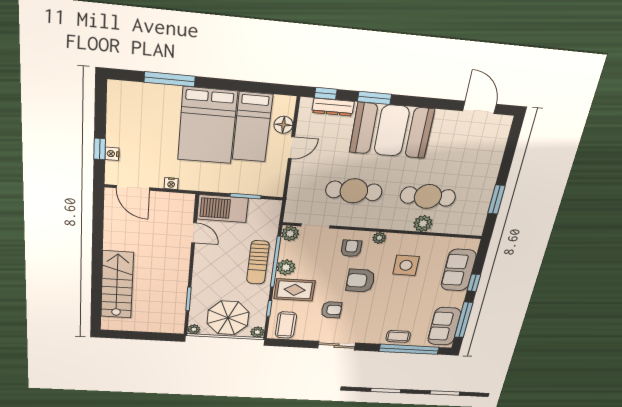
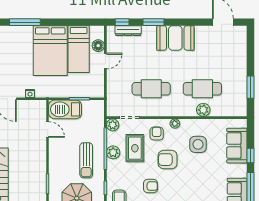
booth: (392, 131) -> (175, 38), width x0.73, depth x0.70
sun lounger: (258, 262) -> (86, 160), moved
rug: (295, 290) -> (135, 148), moved, turned 90

